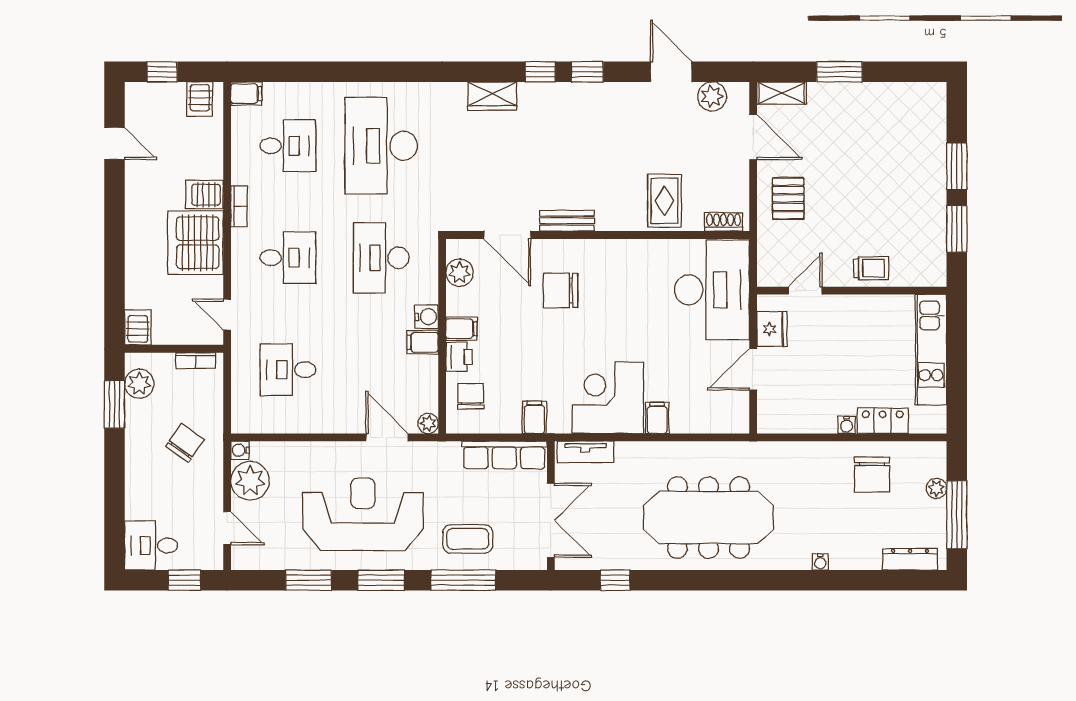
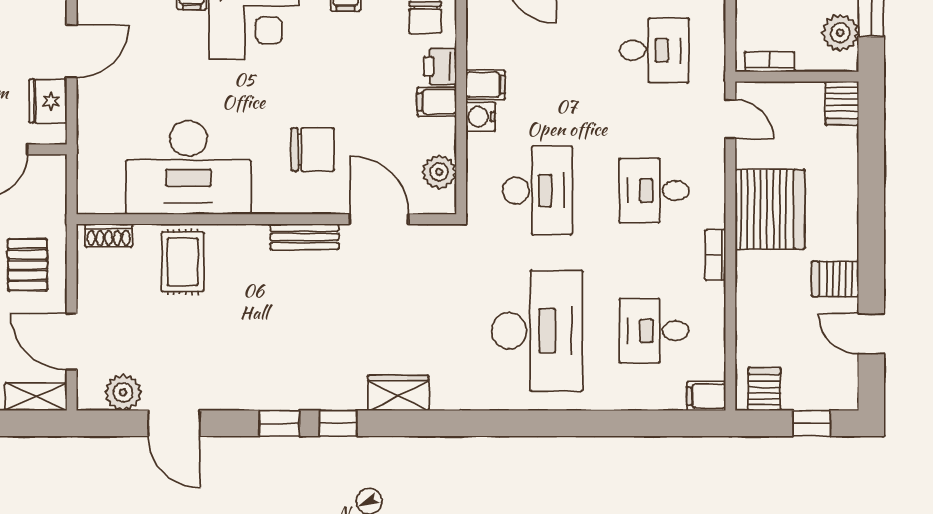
server rack: (204, 195) -> (835, 279), moved, turned 180
desk: (712, 290) -> (188, 167), moved, turned -90

